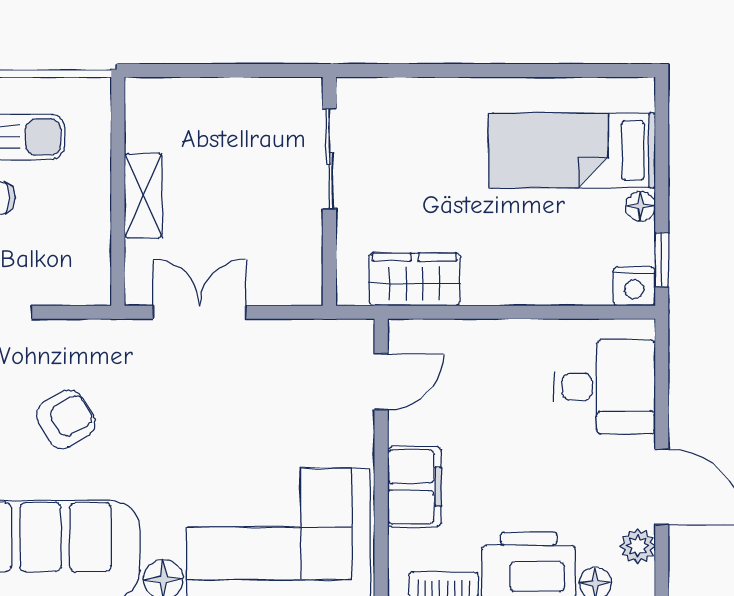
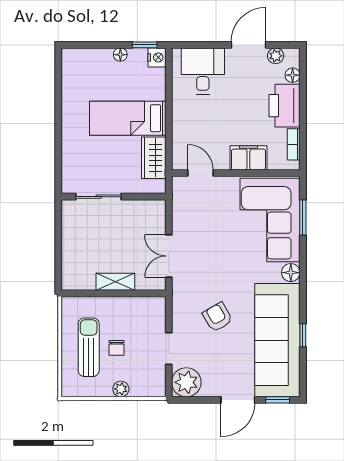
bed: (572, 150) -> (128, 118), moved, turned 90

